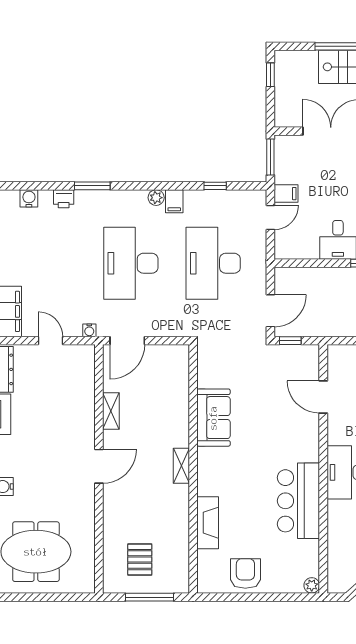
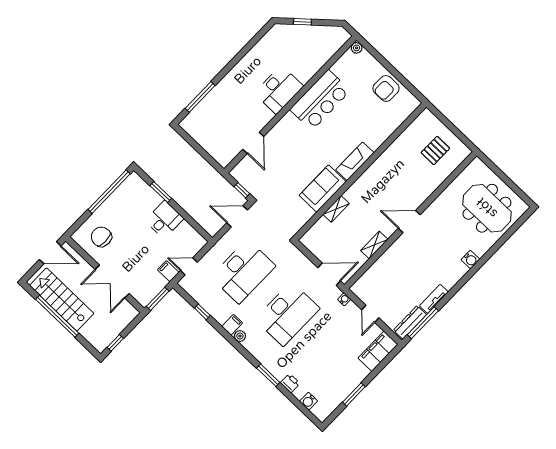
shelving: (181, 466) -> (336, 209), moved
fireplace: (208, 523) -> (355, 161), moved
window: (149, 597) -> (450, 125), removed

